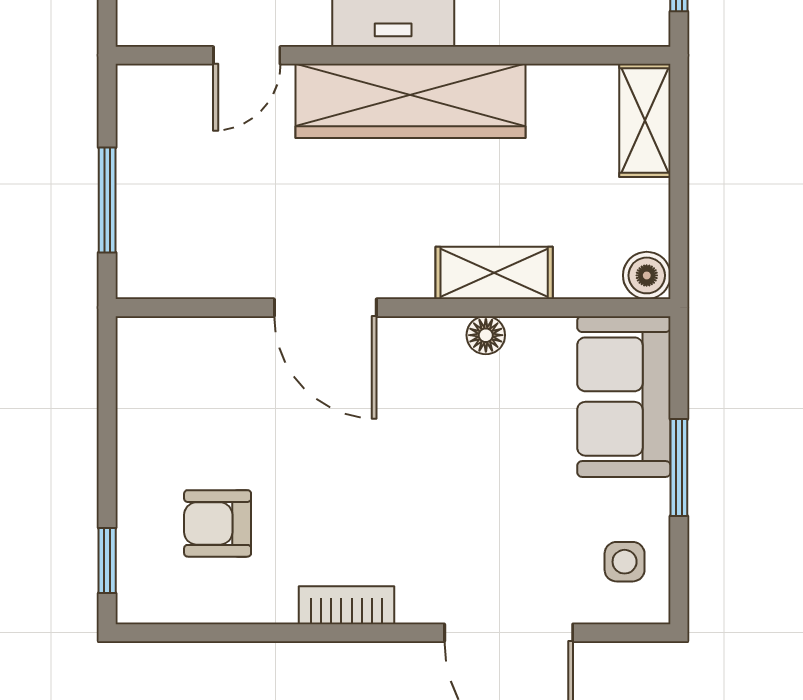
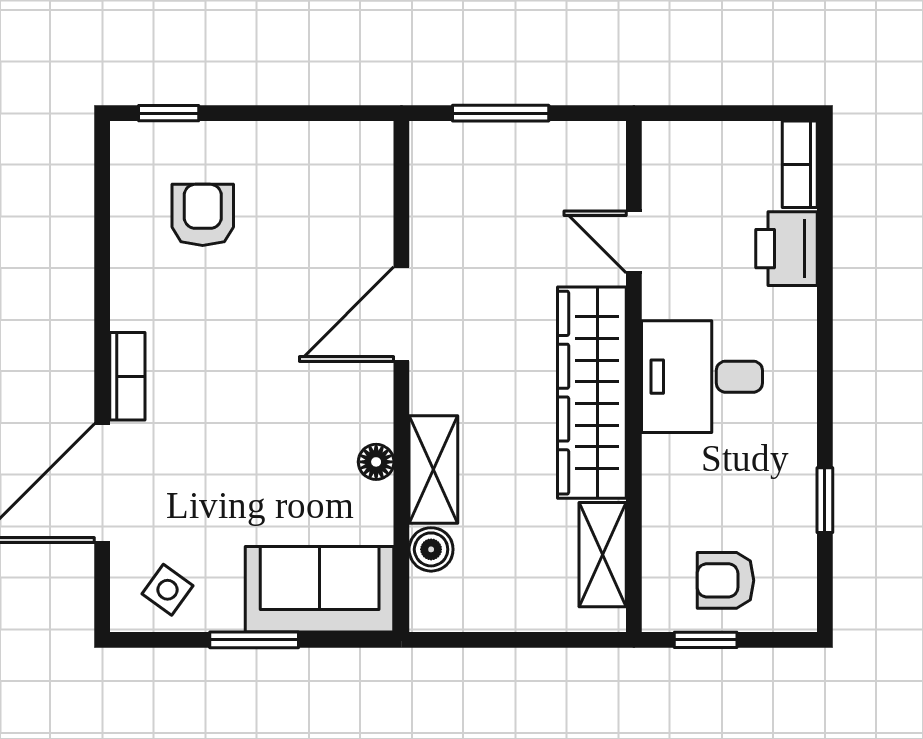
shelving: (645, 120) -> (603, 555), moved, turned 90
boiler: (647, 275) -> (431, 549), moved
side table: (625, 562) -> (168, 590), turned 36
bookcase: (347, 605) -> (127, 376), moved

